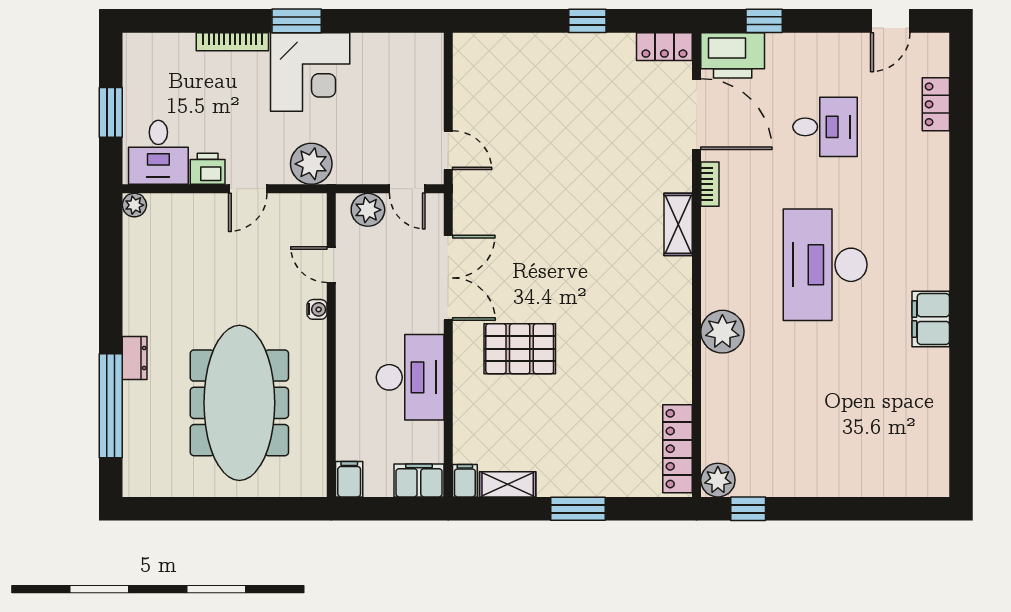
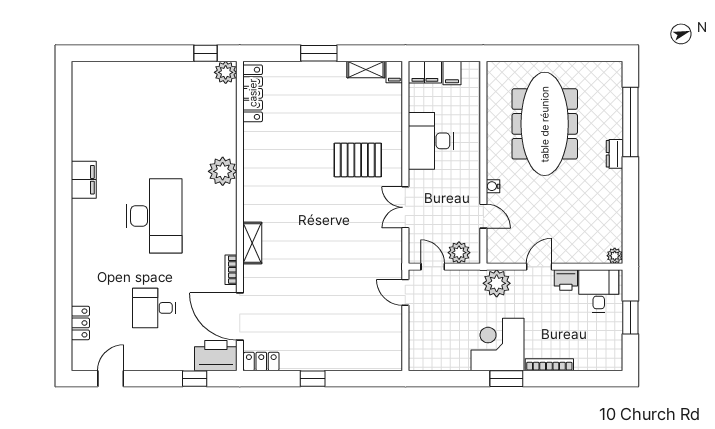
double door: (448, 278) -> (405, 207), width x0.73
filing cabinet: (349, 479) -> (452, 73), moved

